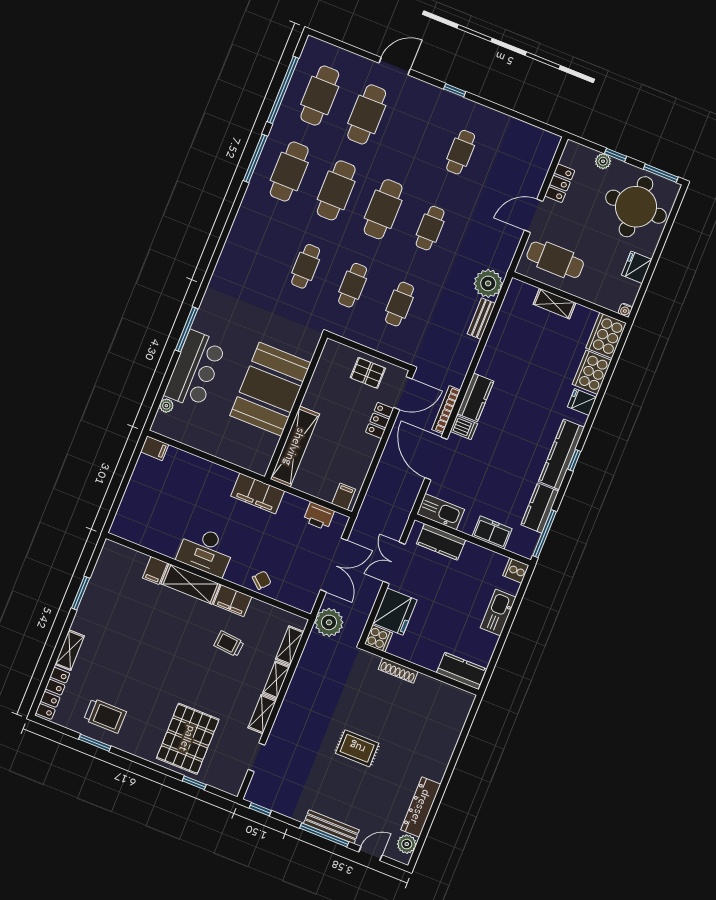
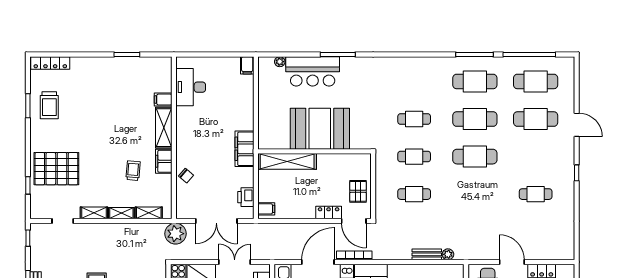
cafe table: (430, 228) -> (475, 194), removed
plant: (488, 283) -> (448, 254), width x0.53, depth x0.53
desk: (206, 551) -> (191, 87), moved
shelving: (70, 650) -> (85, 63), removed

